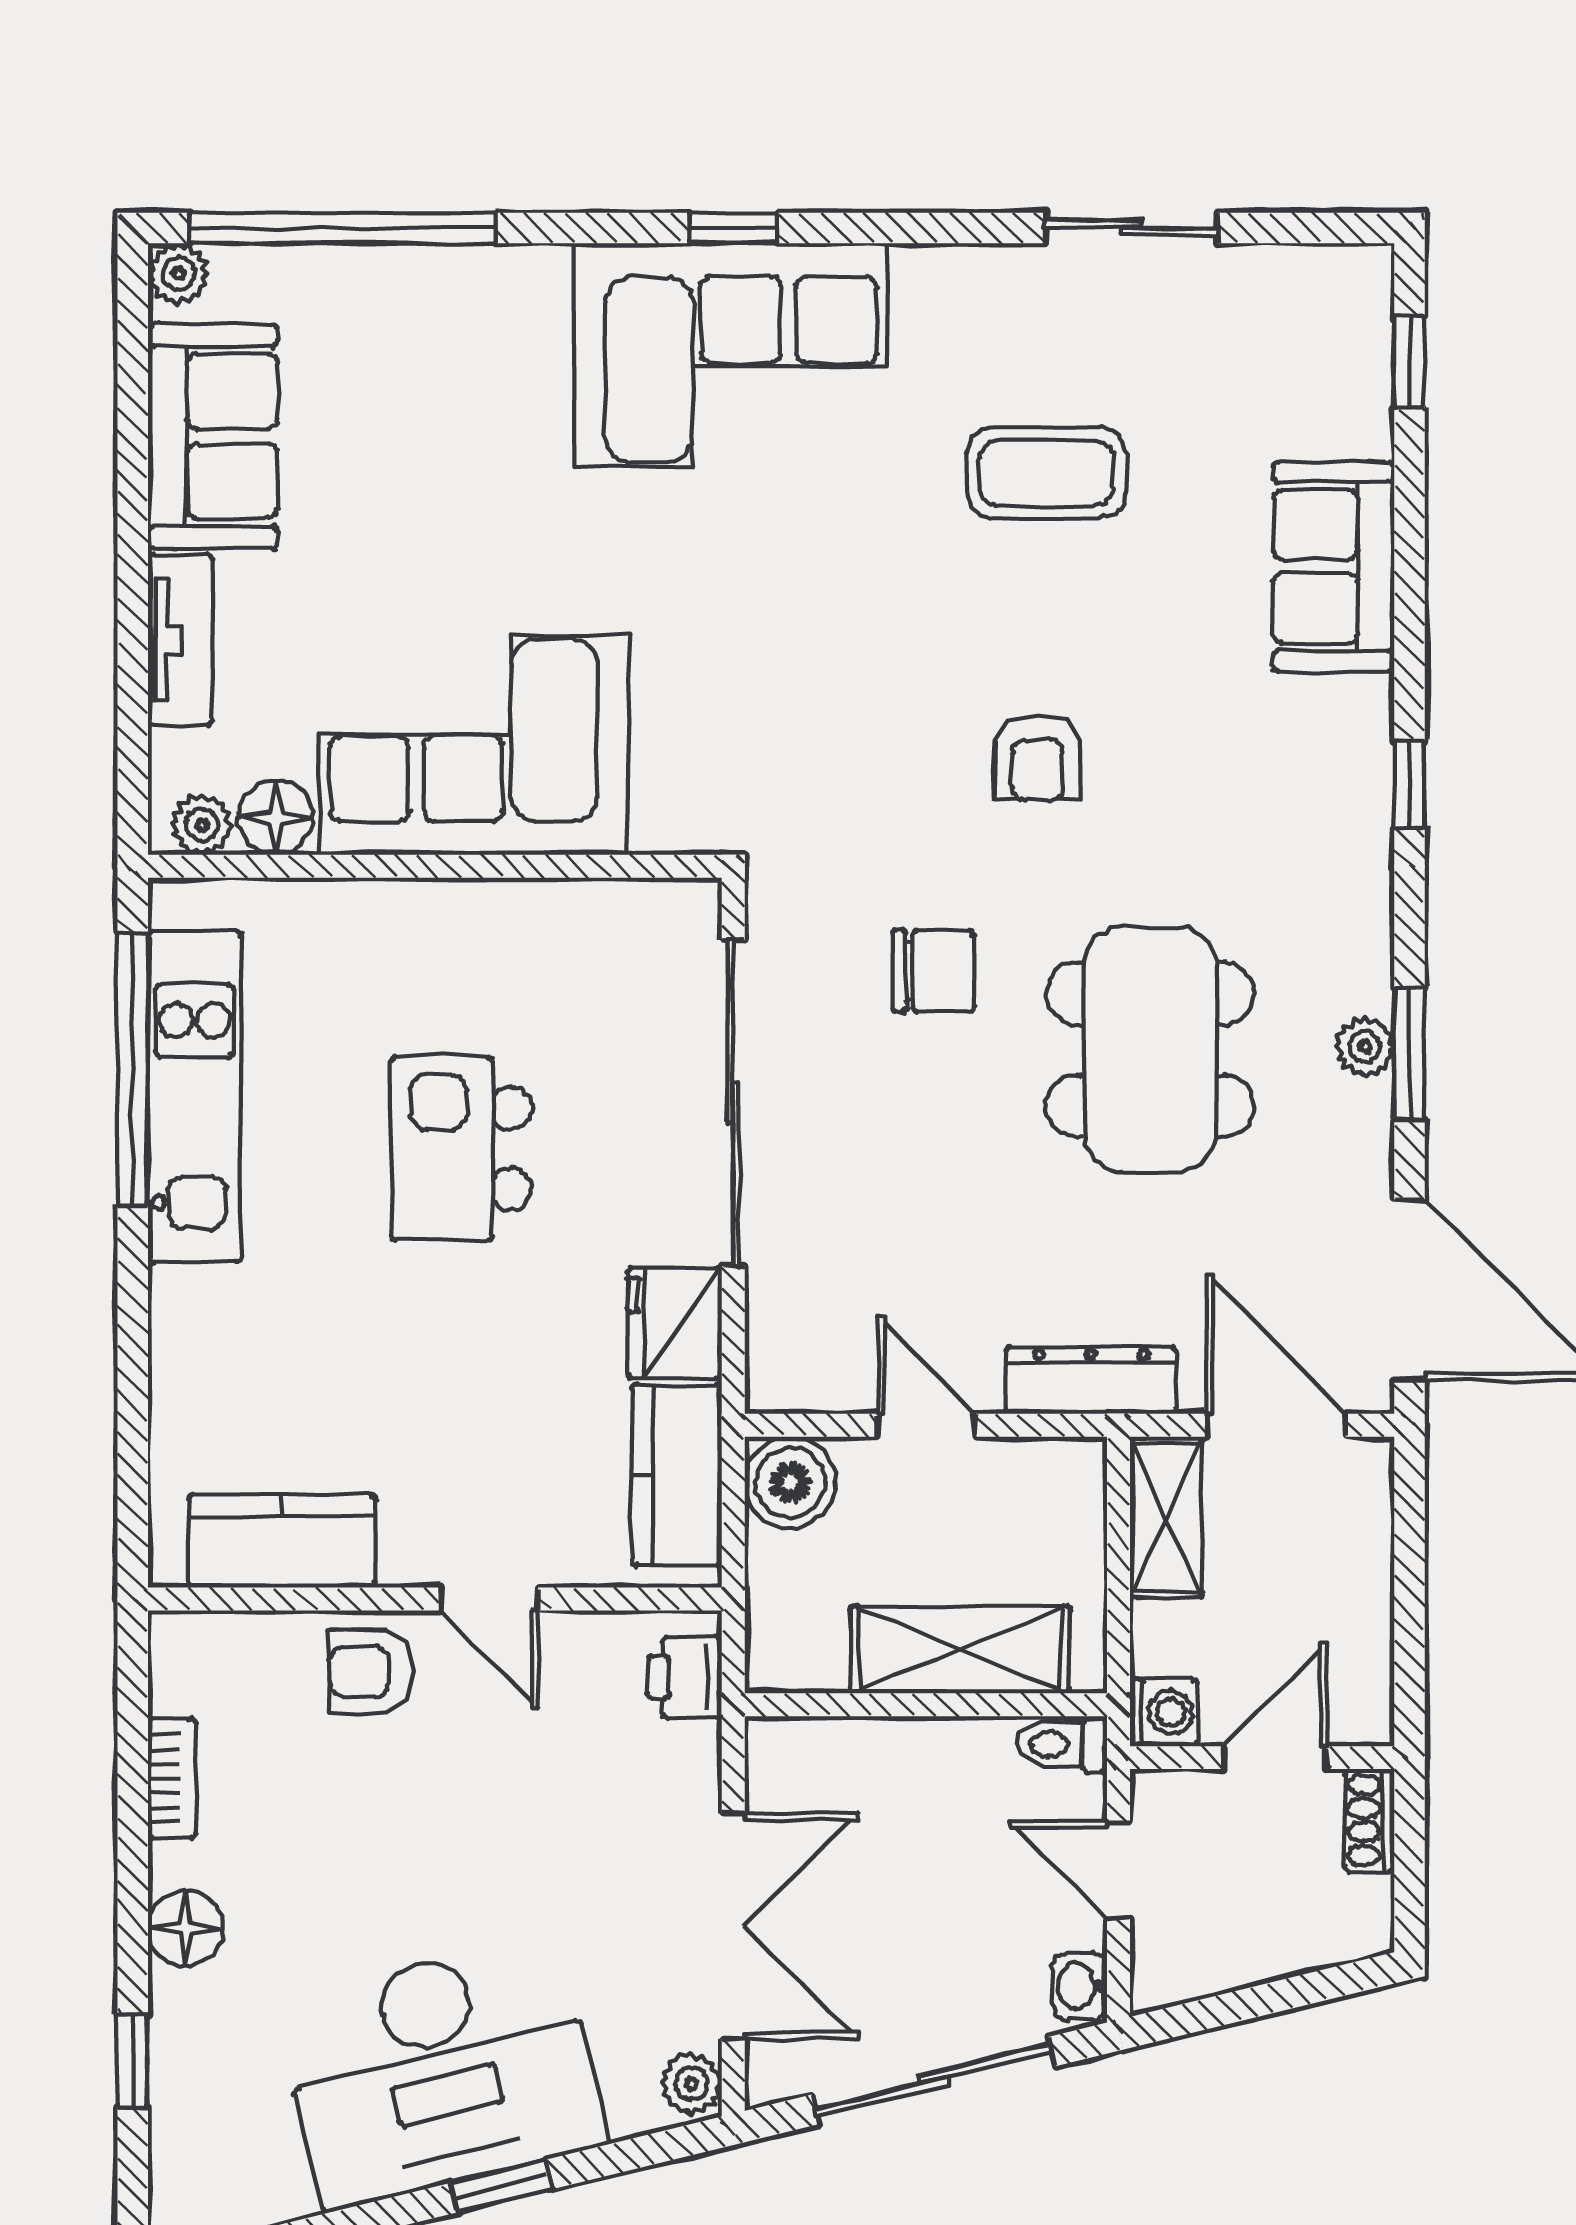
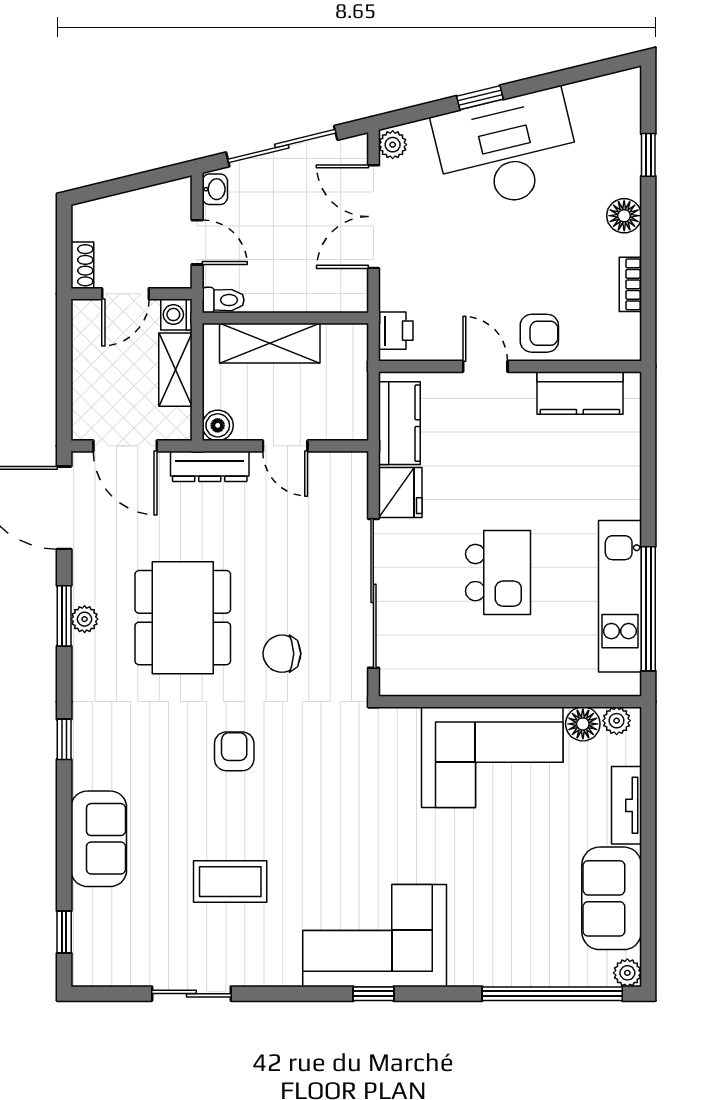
boiler: (790, 1482) -> (218, 425), moved, width x0.73, depth x0.73
shelving: (1166, 1517) -> (175, 370), moved

